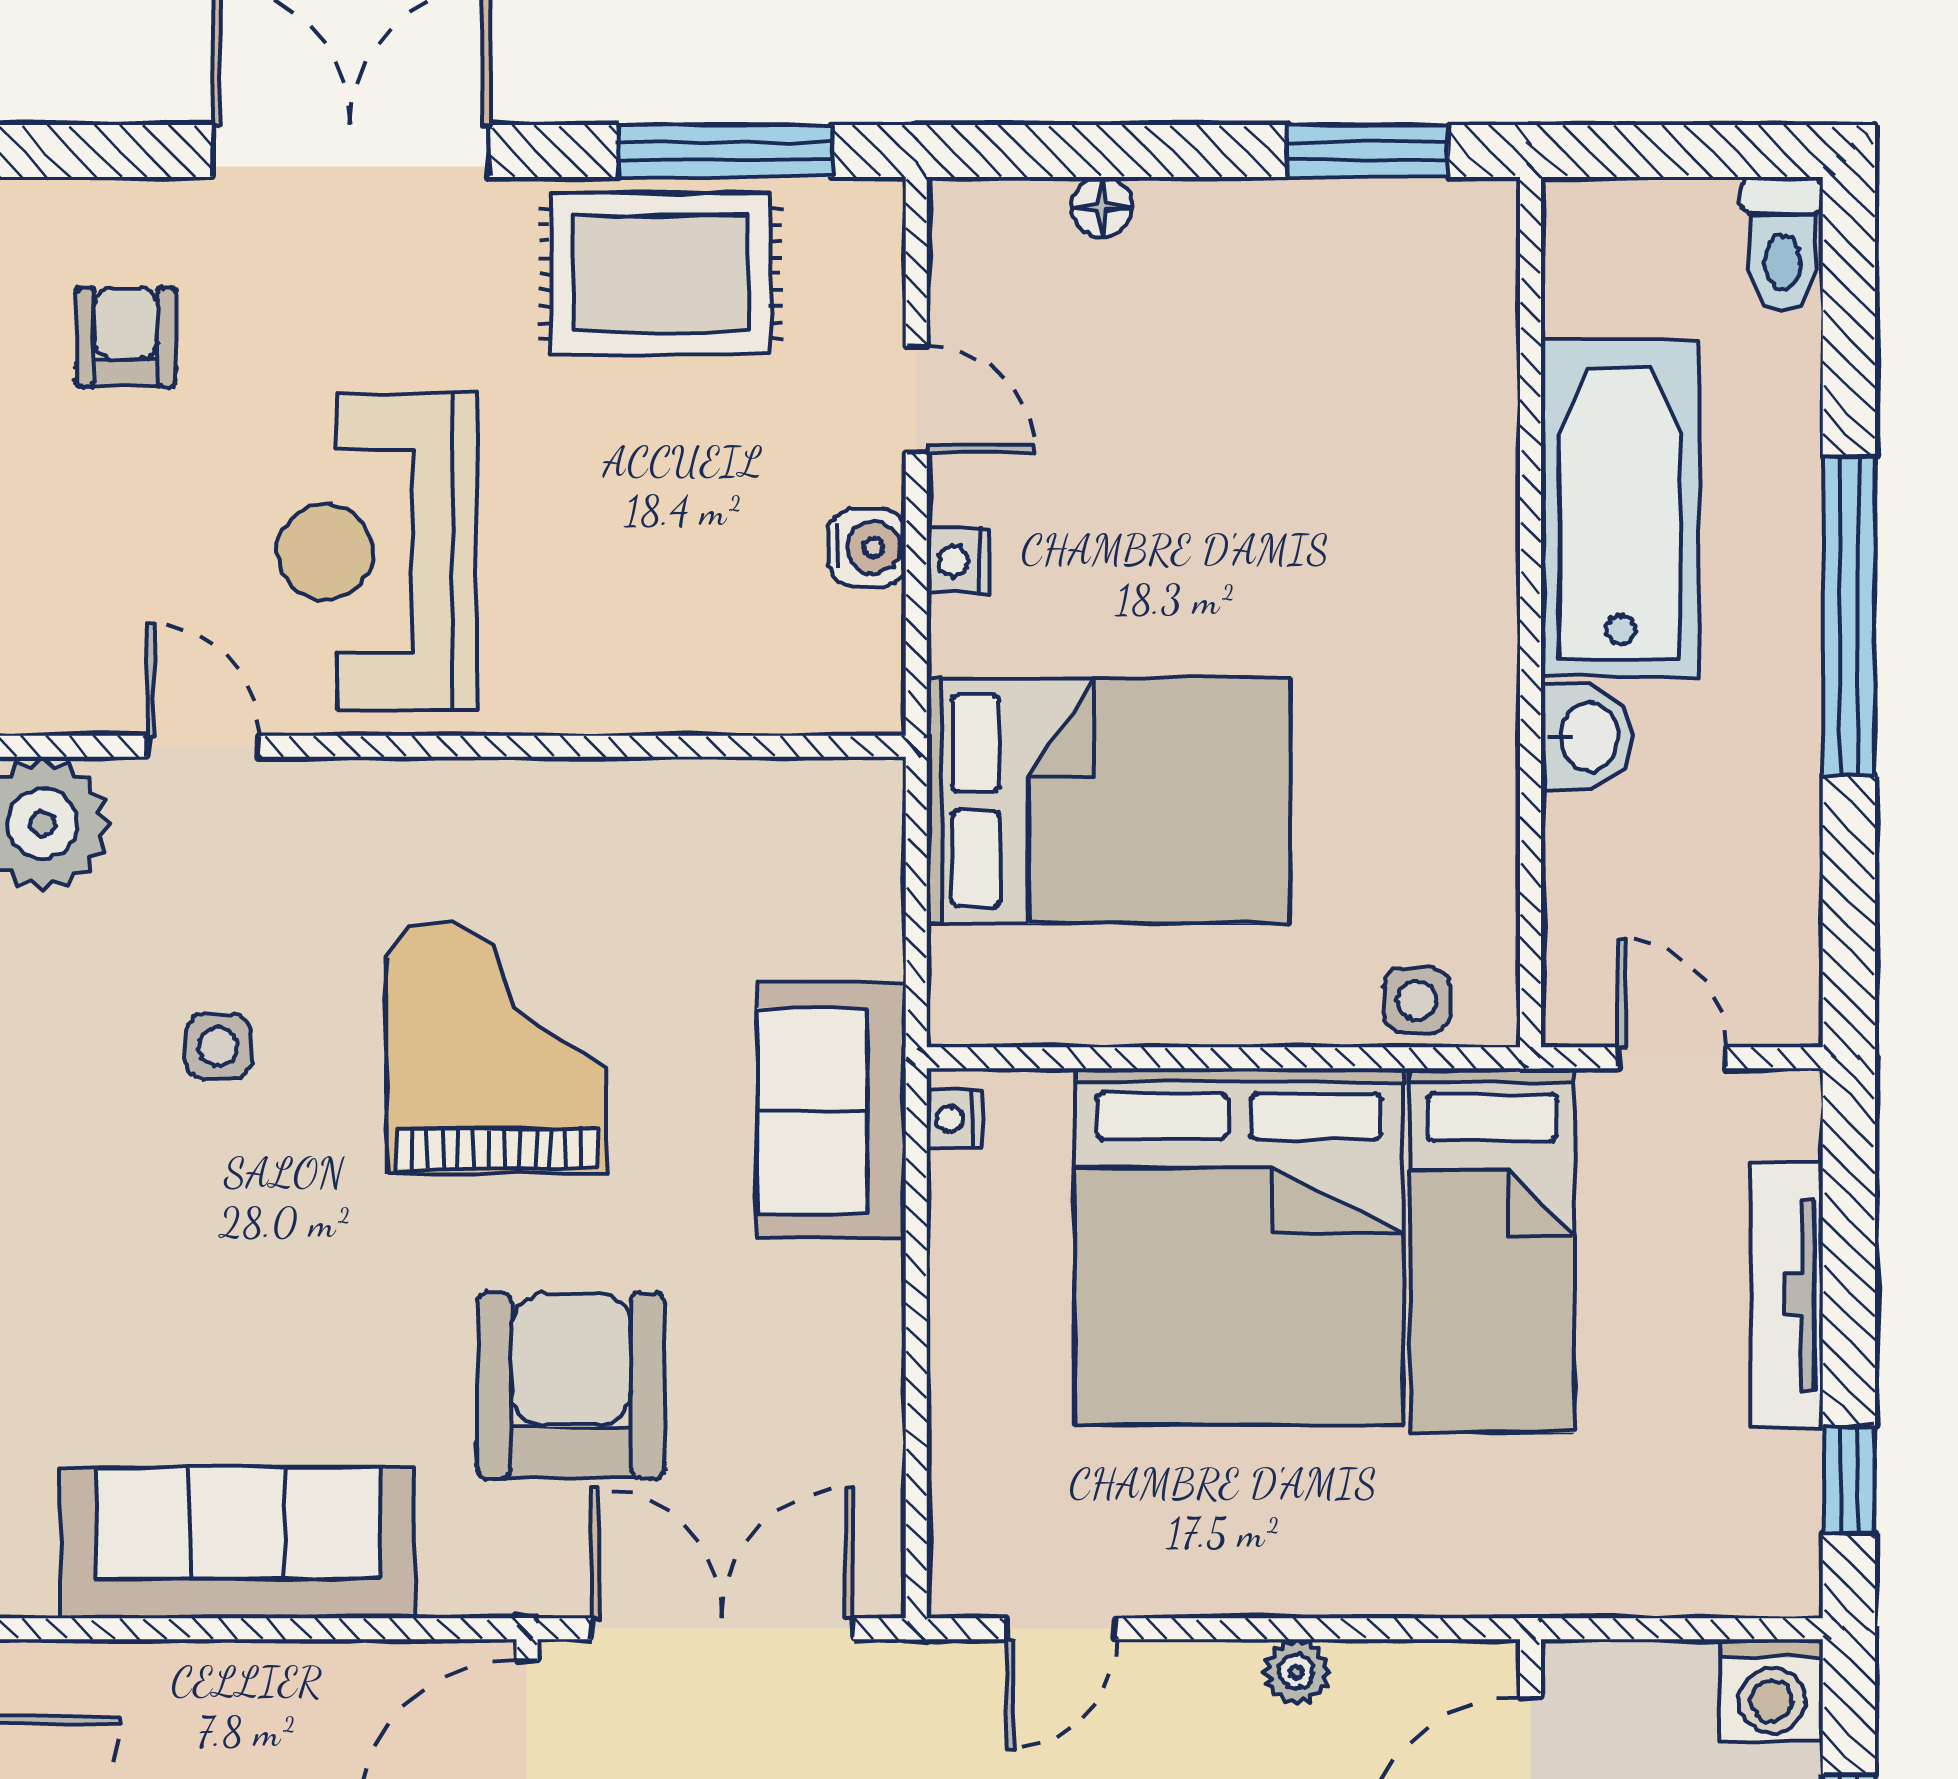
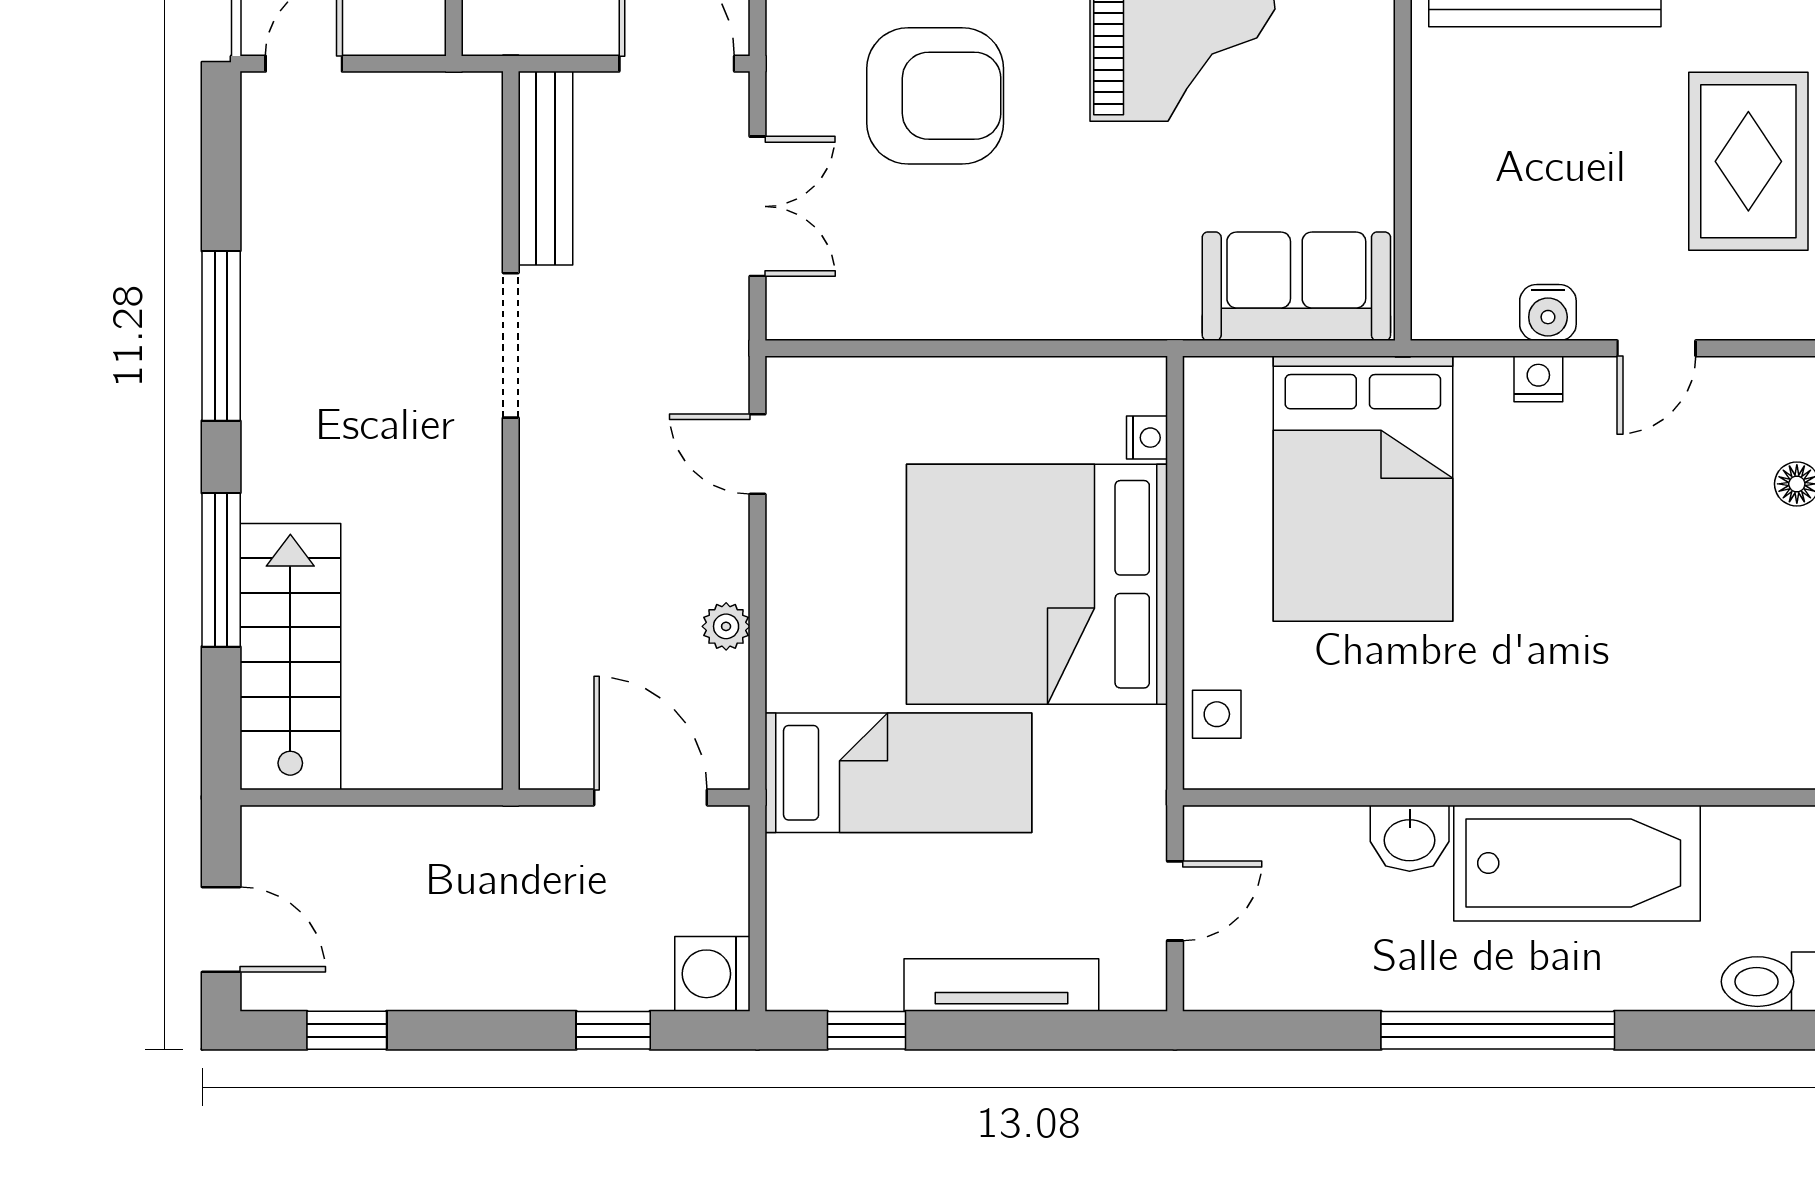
sofa: (832, 1111) -> (1296, 286), moved
nightstand: (955, 1119) -> (1147, 438), moved, turned 90
bed: (1492, 1250) -> (898, 773), moved, turned 180
double door: (722, 1629) -> (757, 206), width x0.73

